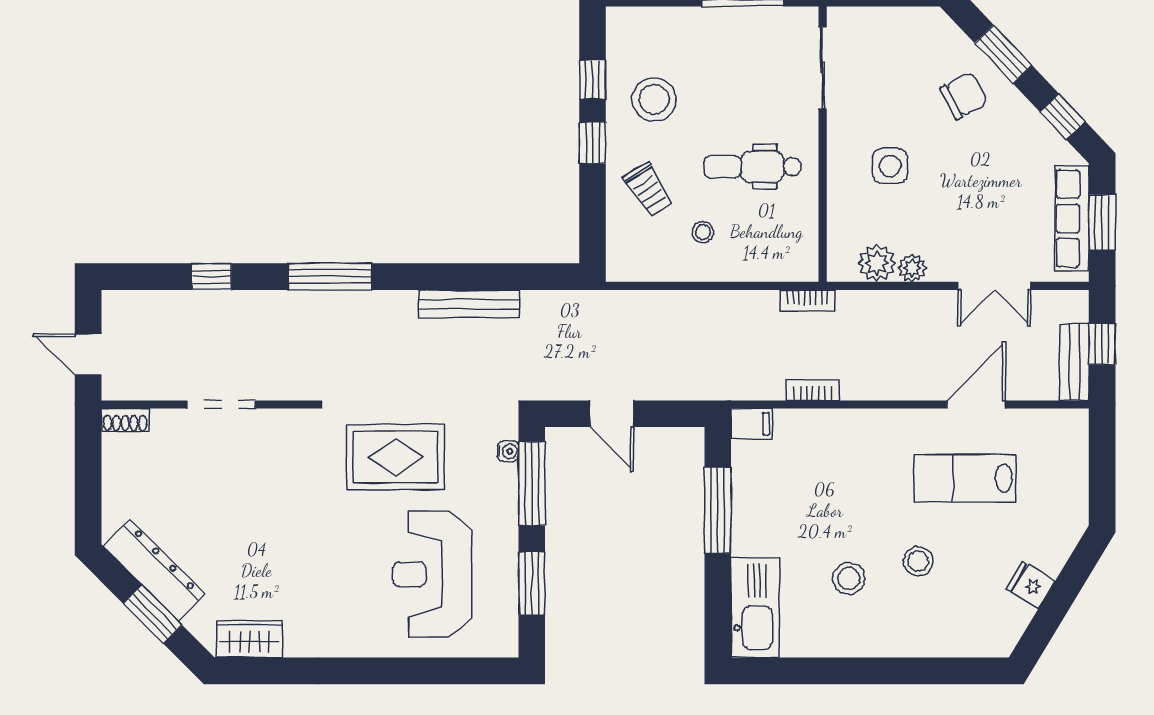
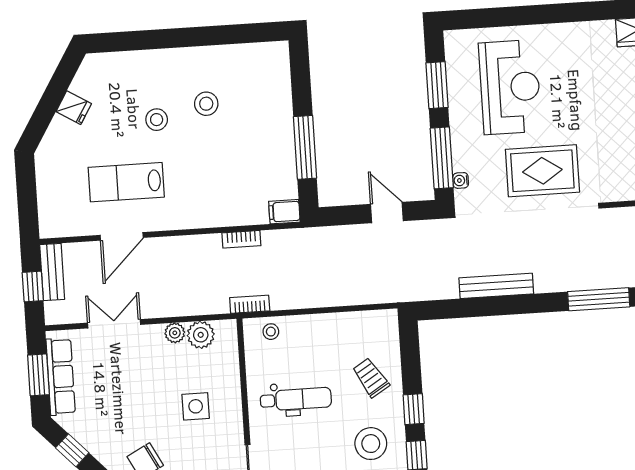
stool: (703, 232) -> (271, 332), moved
lab bench: (965, 478) -> (126, 182), turned 180
kitchen sink: (755, 608) -> (273, 78), removed

